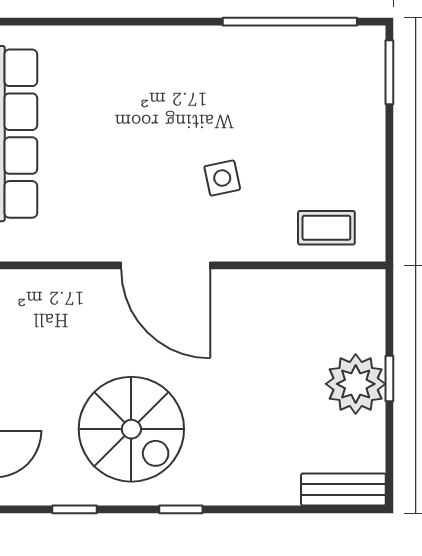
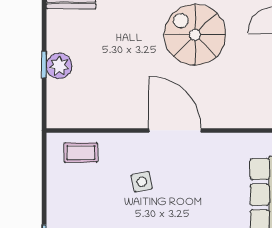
plant: (356, 384) -> (59, 66), width x0.73, depth x0.73

